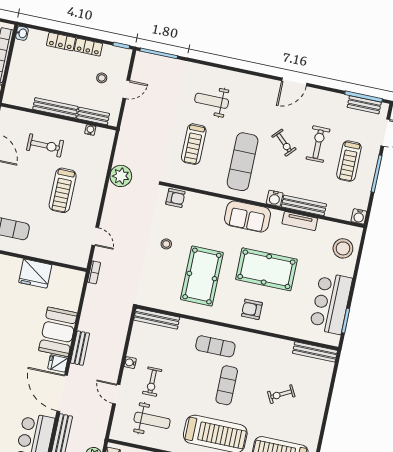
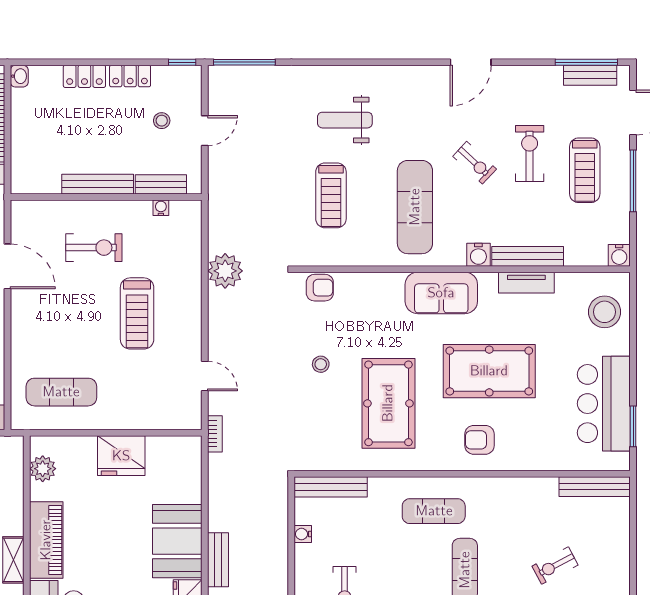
water cooler: (130, 363) -> (303, 534), moved

